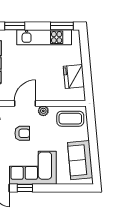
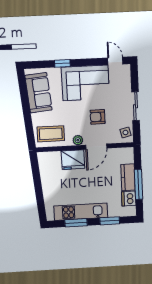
window: (62, 26) -> (76, 223), moved
fridge: (74, 77) -> (73, 160), moved, turned 95
window: (25, 188) -> (62, 63), moved

